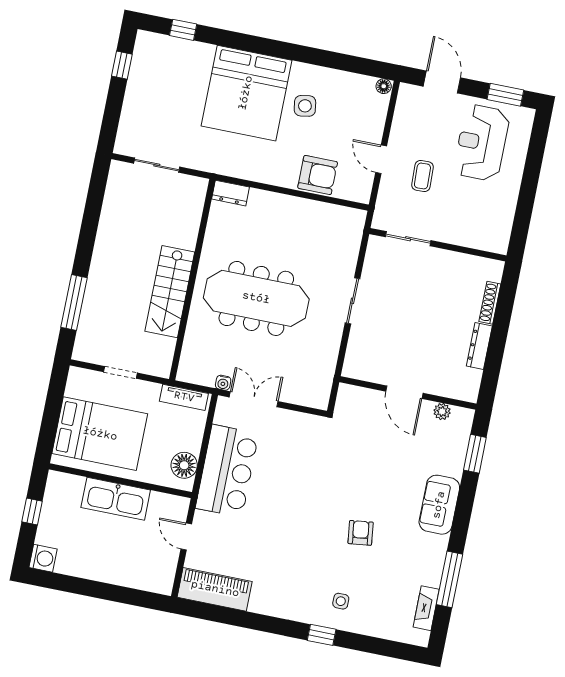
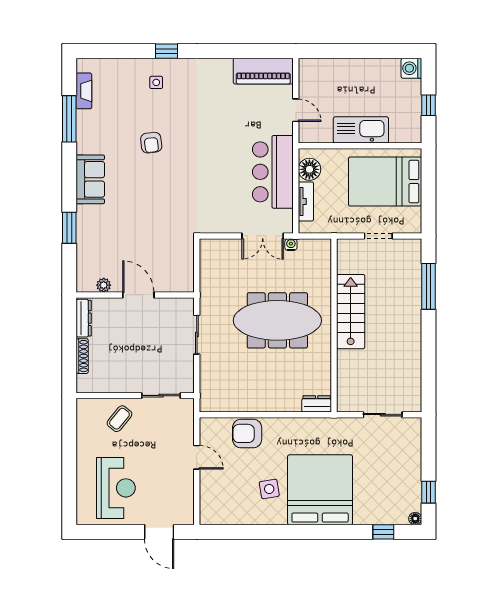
floor lamp: (384, 86) -> (415, 519), moved
window: (505, 95) -> (104, 532), removed
coffee table: (422, 176) -> (119, 419), moved, turned 41
door: (404, 392) -> (138, 295), moved
wall: (408, 393) -> (135, 295), moved
tv unit: (184, 397) -> (306, 201), moved, turned 90
plant: (442, 412) -> (104, 285), moved

